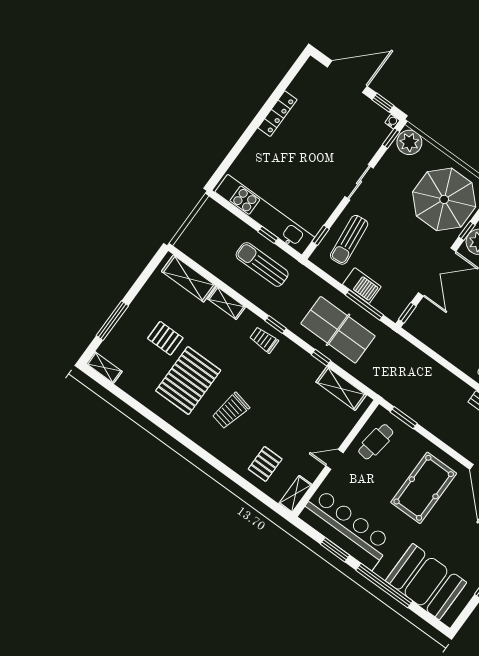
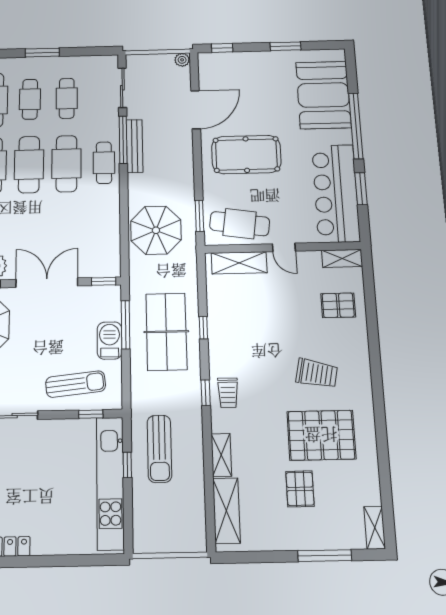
parasol: (417, 378) -> (156, 230), added
shelving: (341, 388) -> (239, 263), moved, turned 90
cafe table: (376, 442) -> (240, 224), width x1.37, depth x1.35

